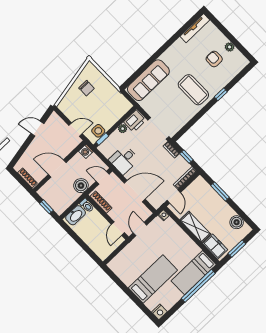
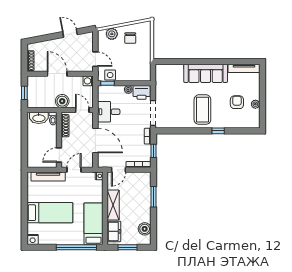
sofa: (148, 80) -> (206, 73), moved
plant: (70, 98) -> (112, 34), added
tv unit: (125, 253) -> (48, 177), added
bed: (194, 273) -> (93, 224), moved, turned 90

